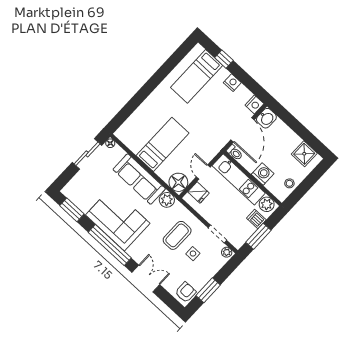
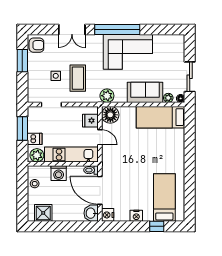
bed: (163, 144) -> (161, 117), moved, turned 90
sofa: (139, 179) -> (145, 92), width x0.73
window: (72, 210) -> (165, 29), removed
plant: (227, 252) -> (168, 98), moved
armchair: (186, 292) -> (36, 45), turned -90

